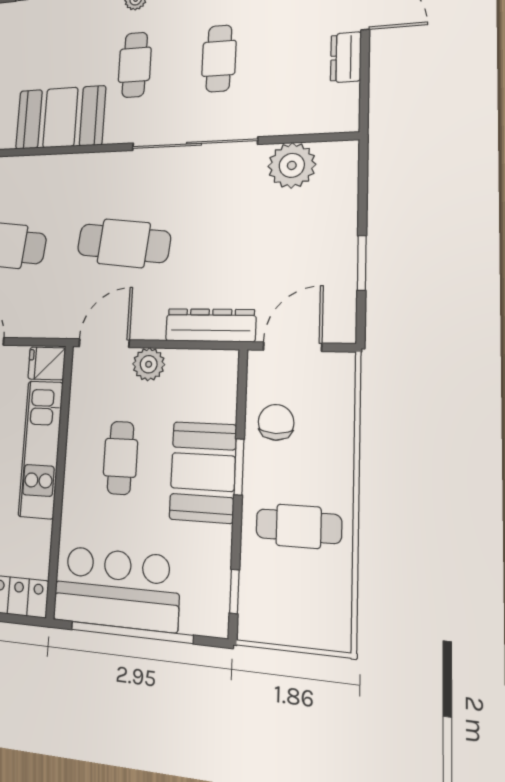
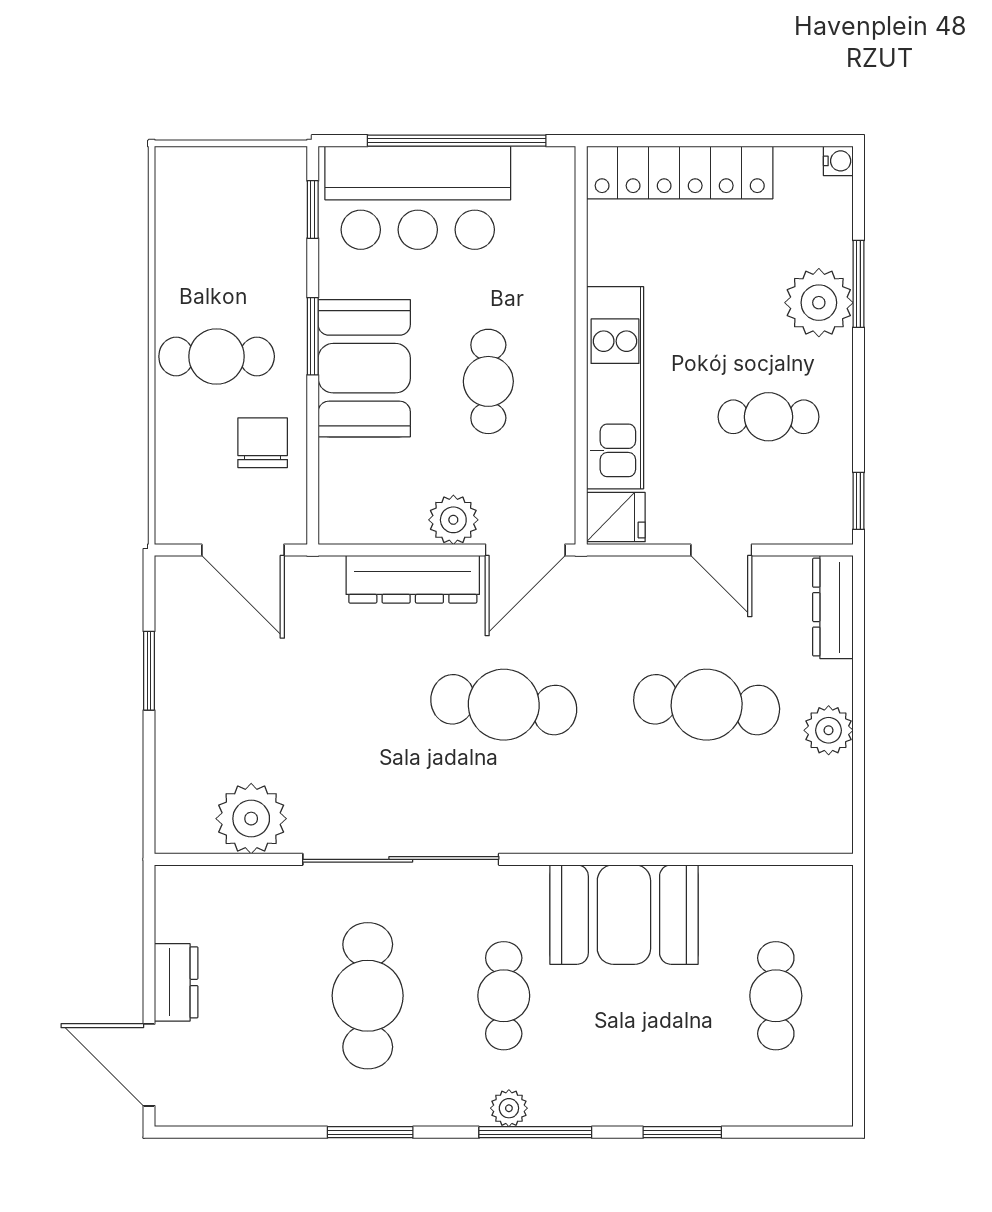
cafe table: (219, 58) -> (368, 996), width x1.37, depth x1.35
dresser: (211, 325) -> (413, 579), moved
door: (292, 347) -> (243, 550), hinge flipped
chair: (276, 422) -> (263, 443), turned 180
window: (239, 467) -> (313, 336), moved
cafe table: (299, 526) -> (217, 356), moved
bar counter: (116, 588) -> (418, 198), moved

